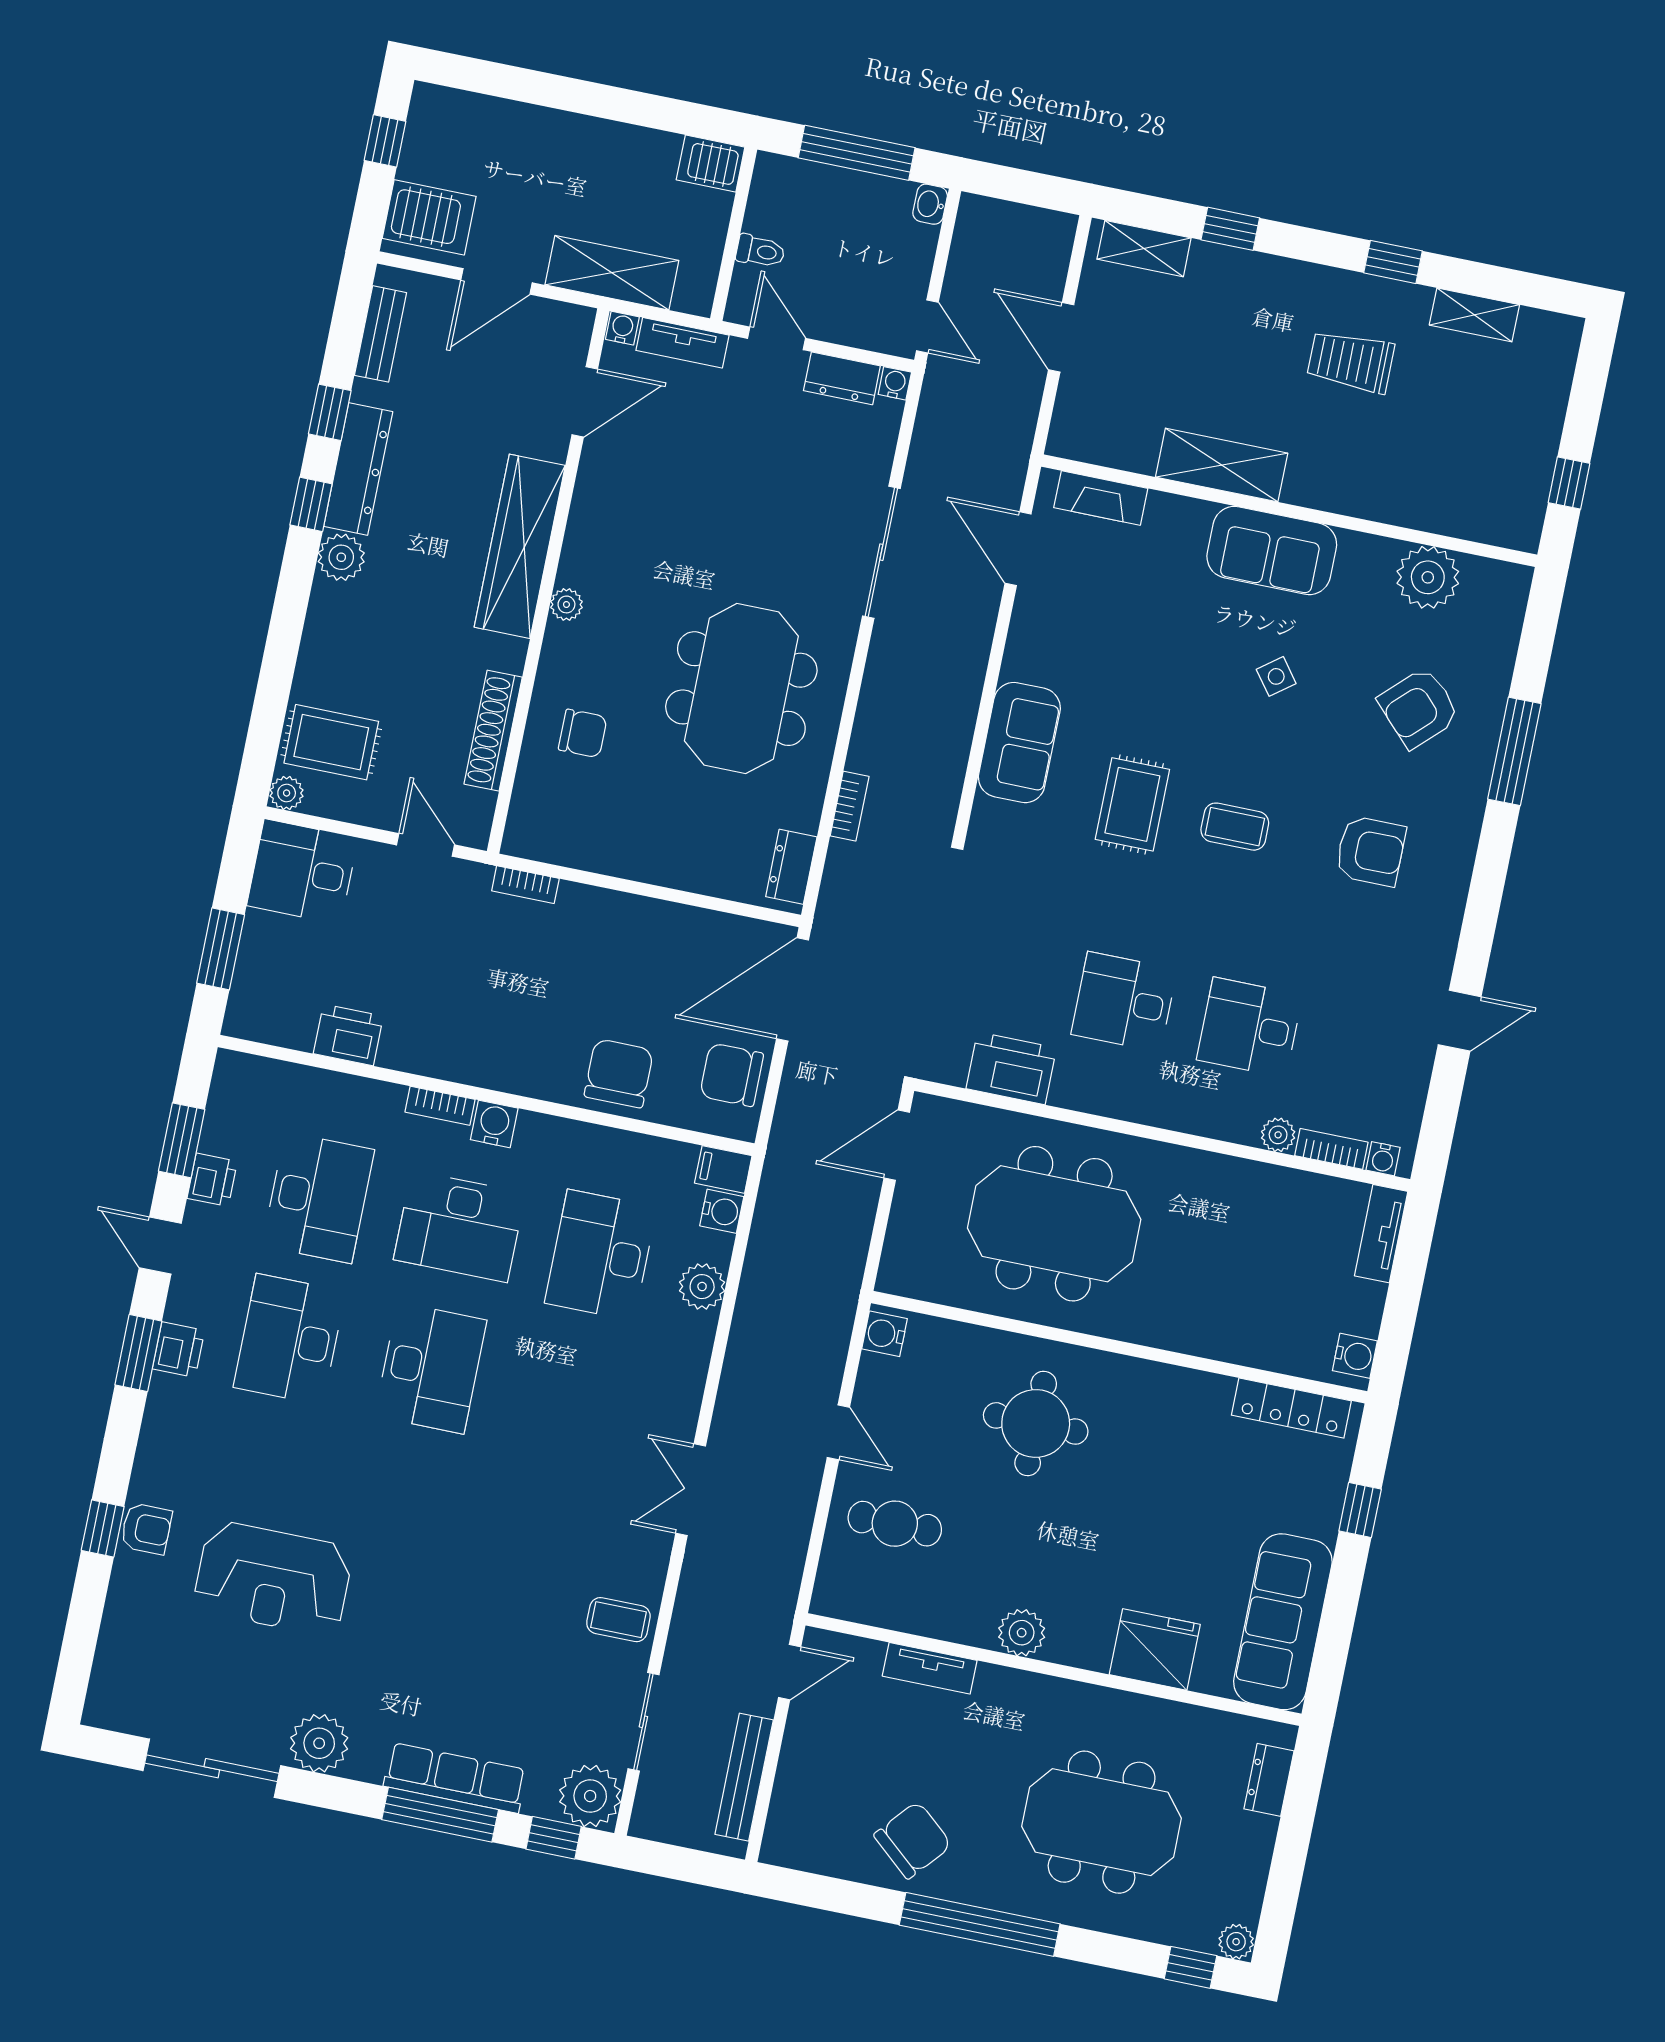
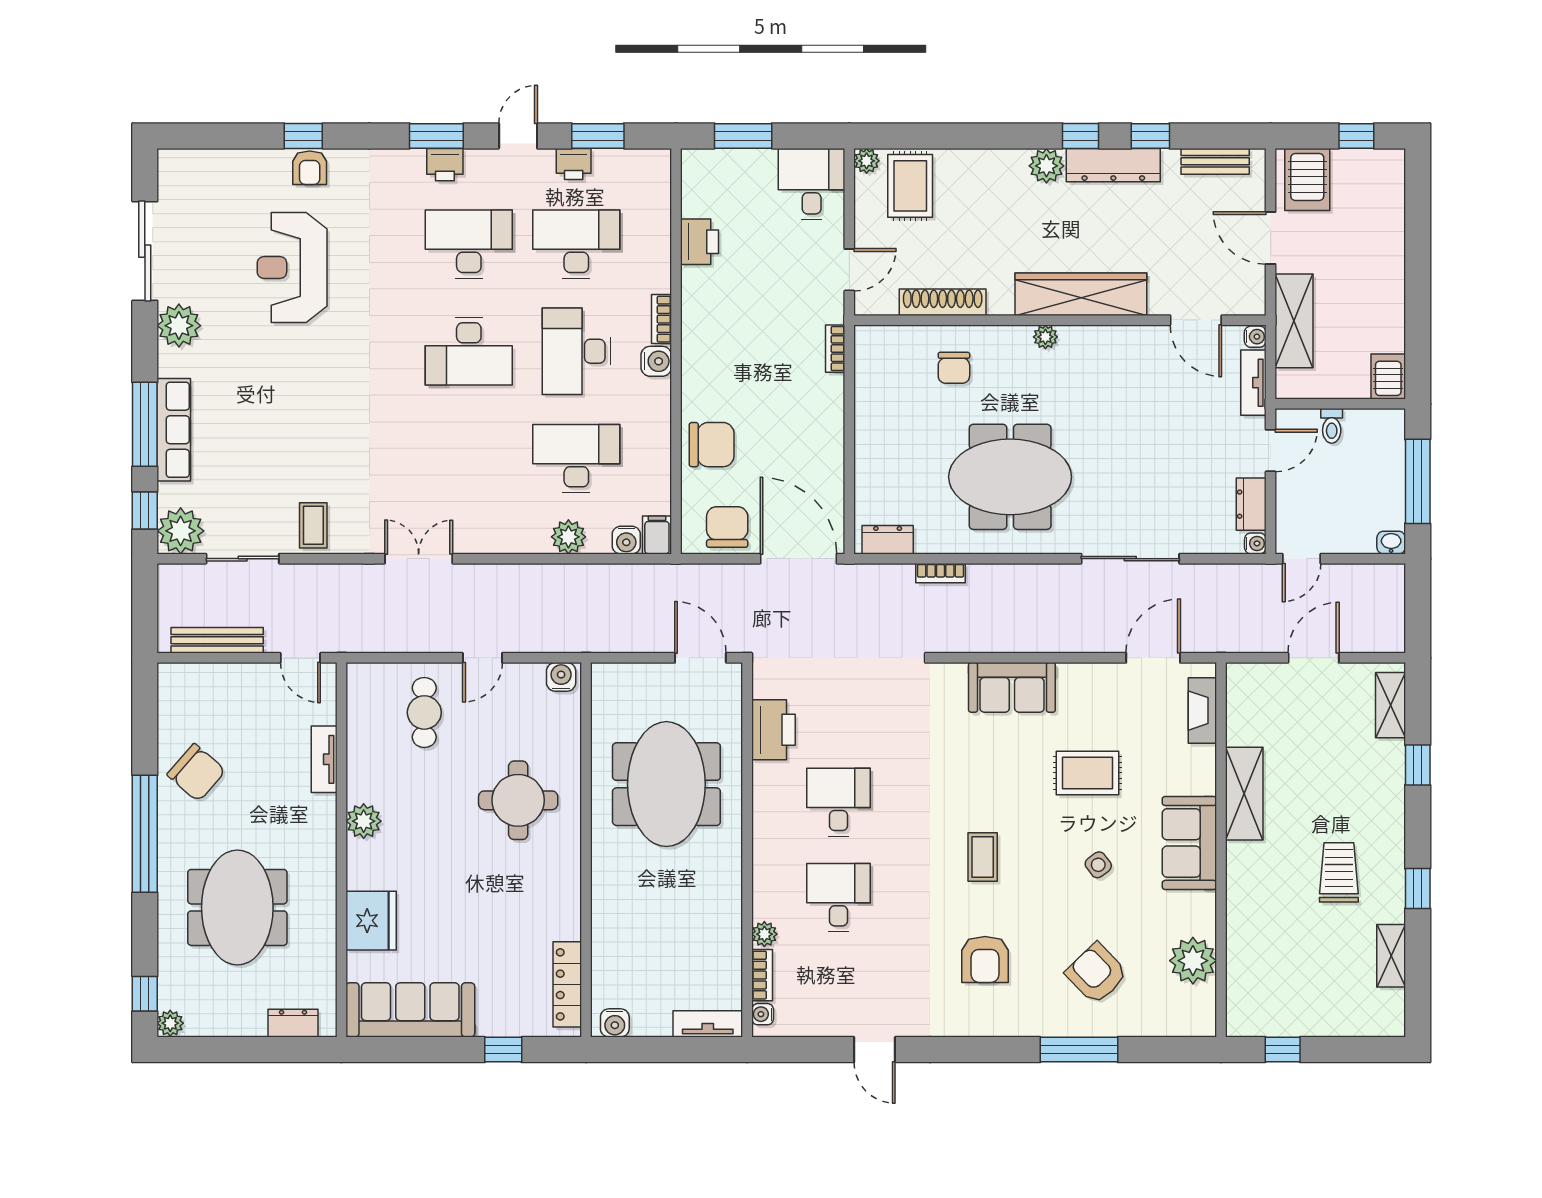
rug: (1132, 804) -> (1088, 773), moved
desk: (318, 1198) -> (576, 244), turned 180

